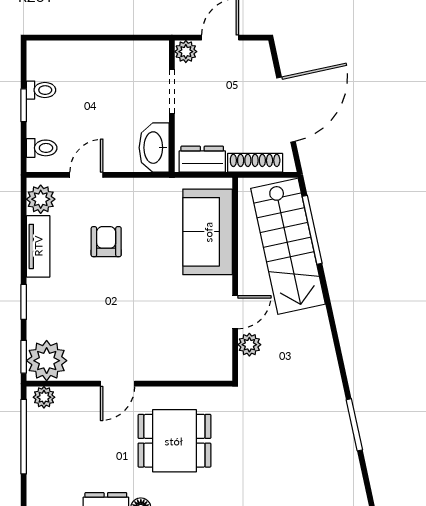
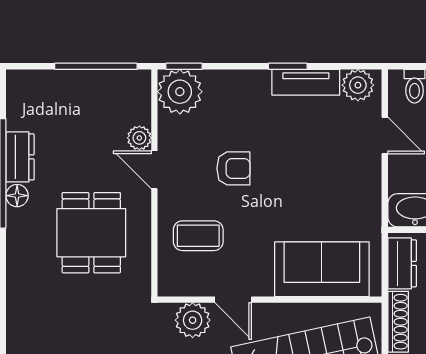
armchair: (106, 242) -> (233, 168), moved
window: (24, 302) -> (288, 66), moved
coffee table: (177, 344) -> (198, 236), added
plant: (249, 345) -> (193, 320), width x1.38, depth x1.38
plant: (44, 397) -> (139, 138), moved

